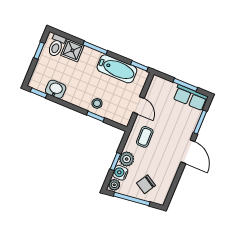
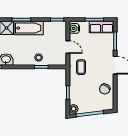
bathtub: (117, 69) -> (29, 28), moved
plant: (127, 159) -> (75, 88), removed
water cooler: (120, 173) -> (74, 28), moved
chair: (146, 184) -> (105, 89), moved

